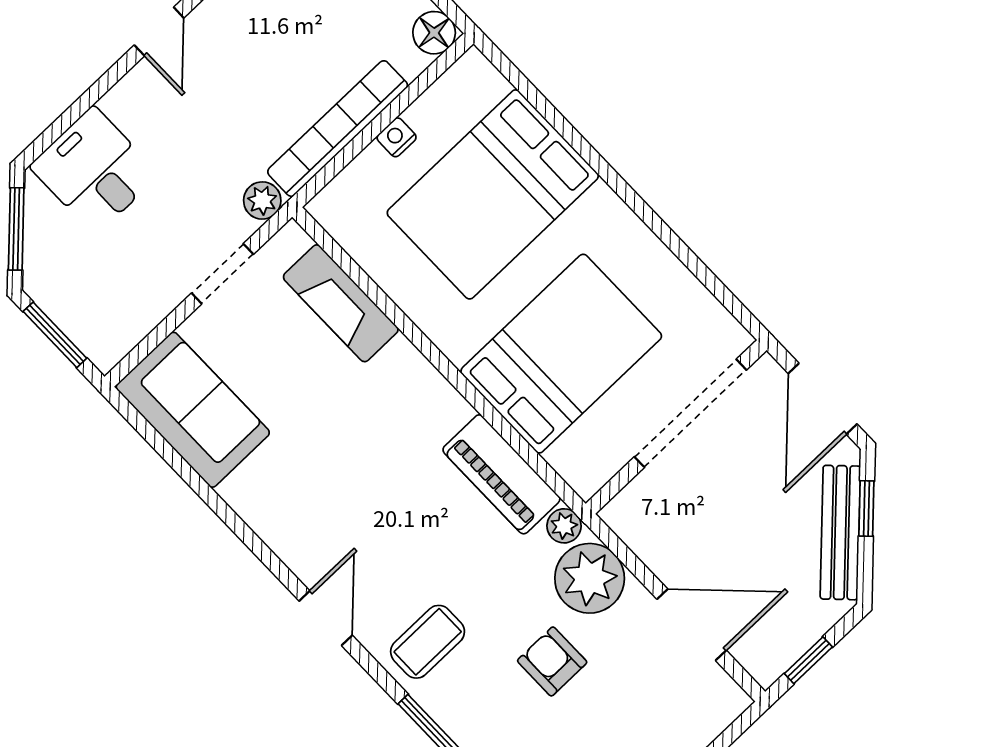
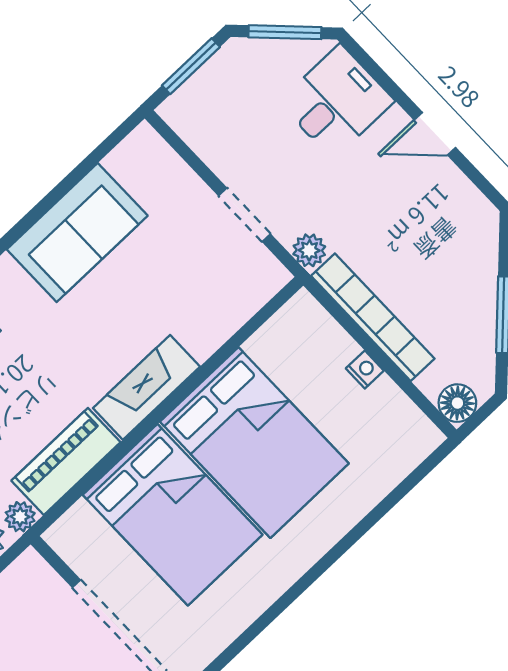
door: (159, 31) -> (435, 134), moved
bed: (493, 194) -> (254, 443), moved, turned 180
fireplace: (341, 303) -> (147, 387), moved
sofa: (193, 410) -> (77, 233), moved

